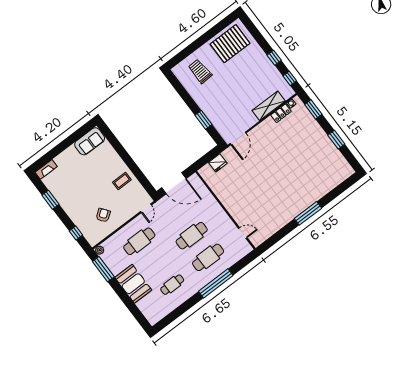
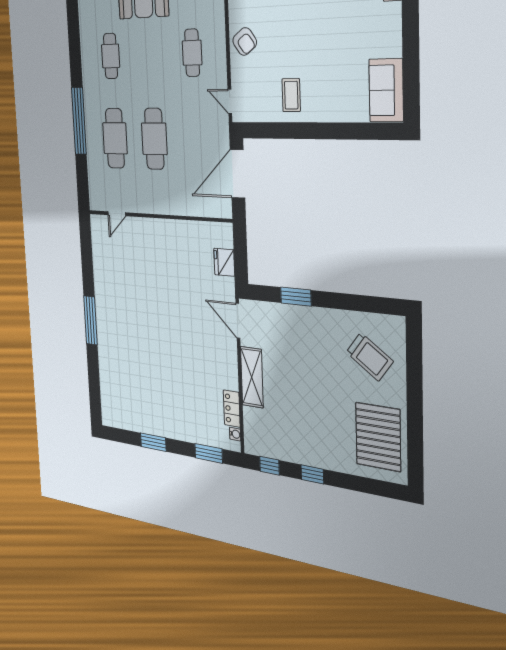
trolley: (200, 71) -> (370, 357), turned 39
shelving: (269, 106) -> (252, 377), moved
armchair: (103, 215) -> (245, 41), moved
cafe table: (139, 241) -> (192, 53), width x0.73, depth x0.74

